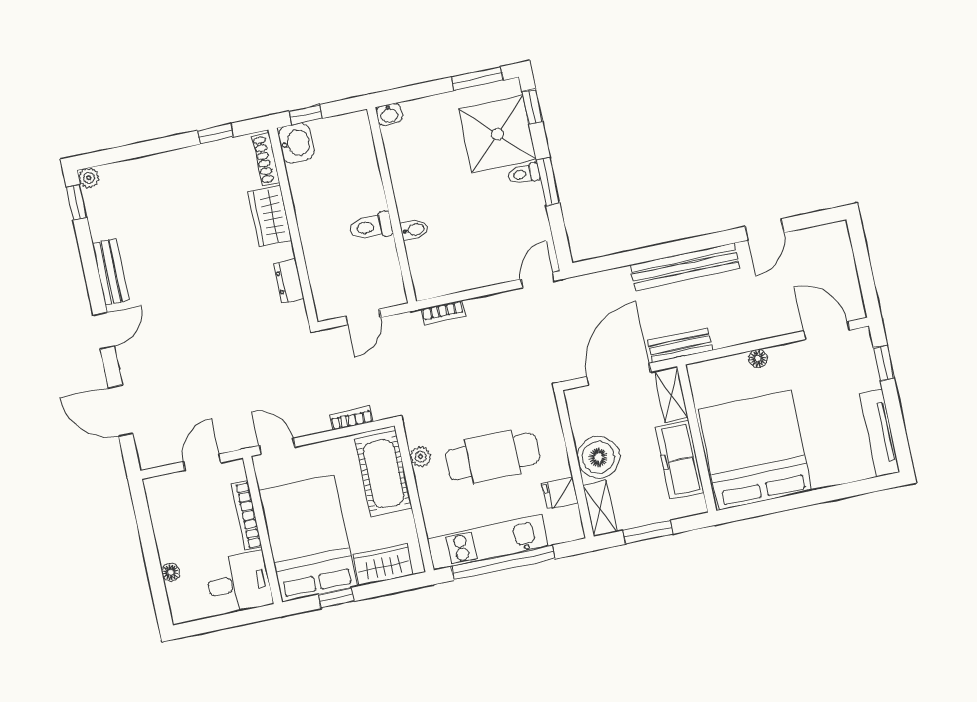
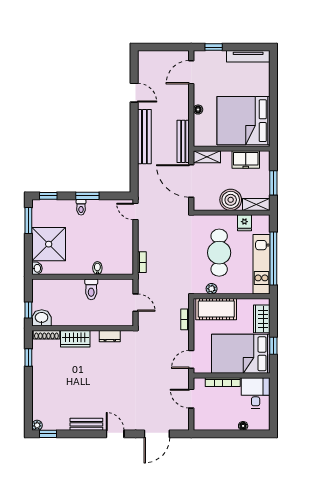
shower: (498, 134) -> (49, 244), moved
bench: (680, 345) -> (183, 141), width x1.36
freezer: (679, 460) -> (246, 160), width x0.71

